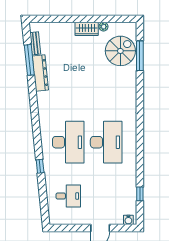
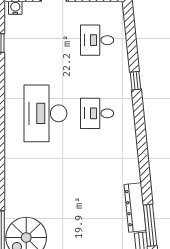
desk: (68, 142) -> (97, 113), width x0.53, depth x0.77

